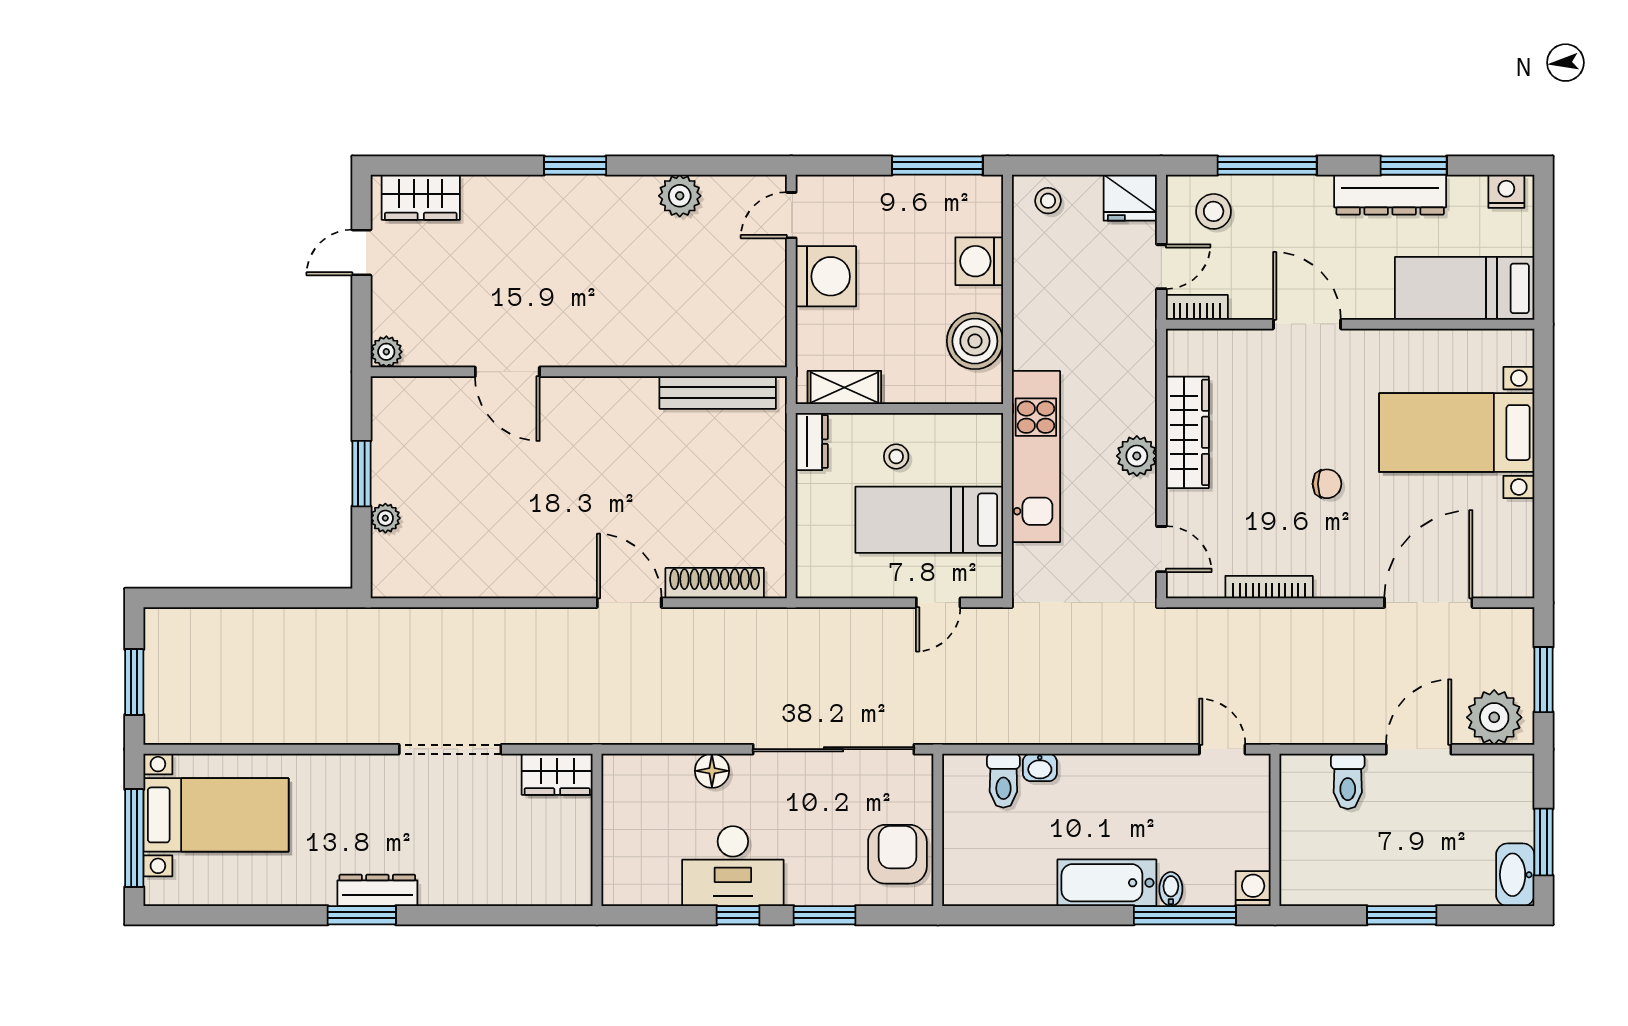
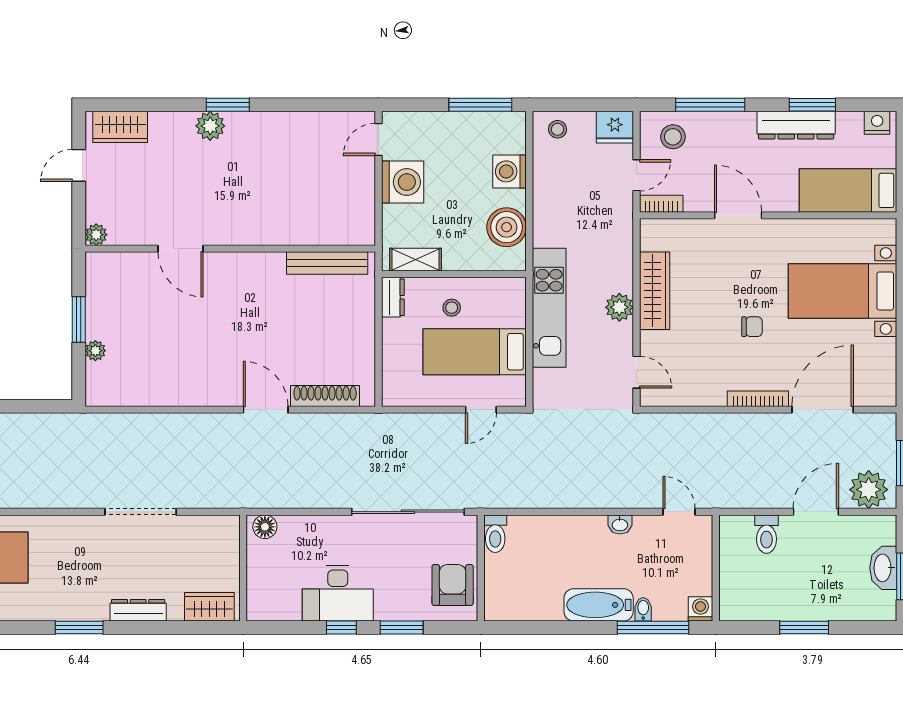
plant: (680, 196) -> (210, 126), moved
bookcase: (1269, 587) -> (758, 399), moved
washbasin: (1040, 767) -> (620, 524), moved
floor lamp: (712, 771) -> (265, 527), moved
wardrobe: (557, 774) -> (209, 607), moved, turned 180
toilet: (1003, 781) -> (495, 534), moved
washbasin: (1515, 875) -> (883, 568), moved
dresser: (377, 890) -> (138, 610), moved

